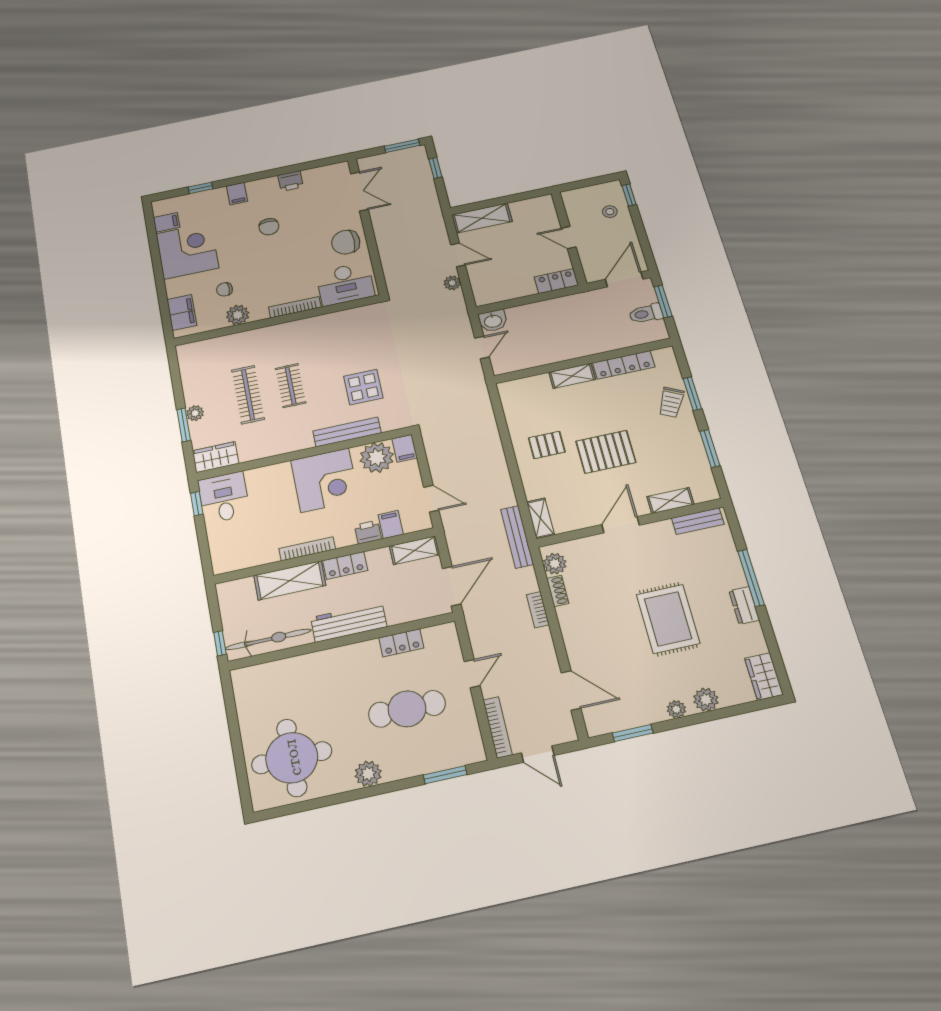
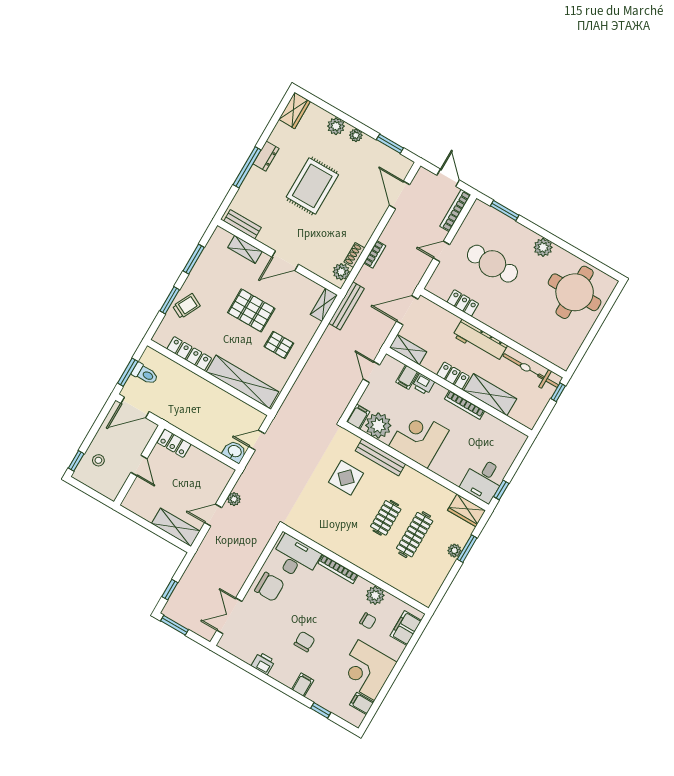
door: (458, 255) -> (213, 515), hinge flipped
shelving: (572, 376) -> (243, 382), width x2.20, depth x1.33

